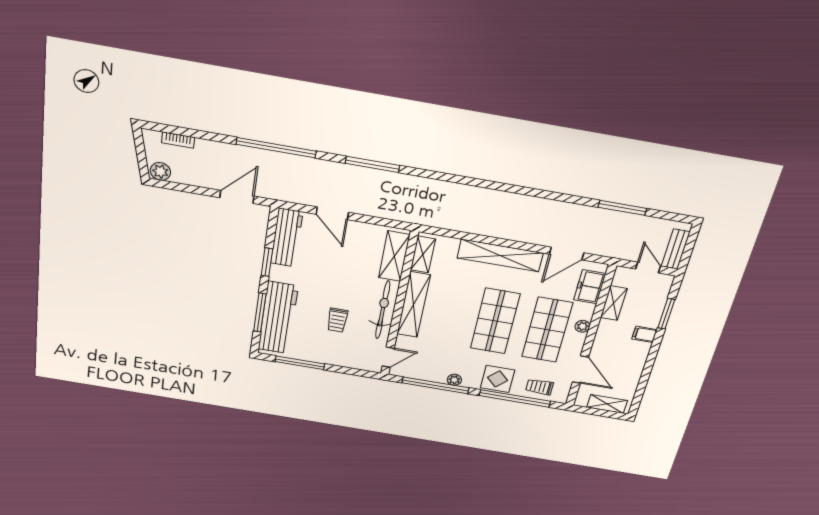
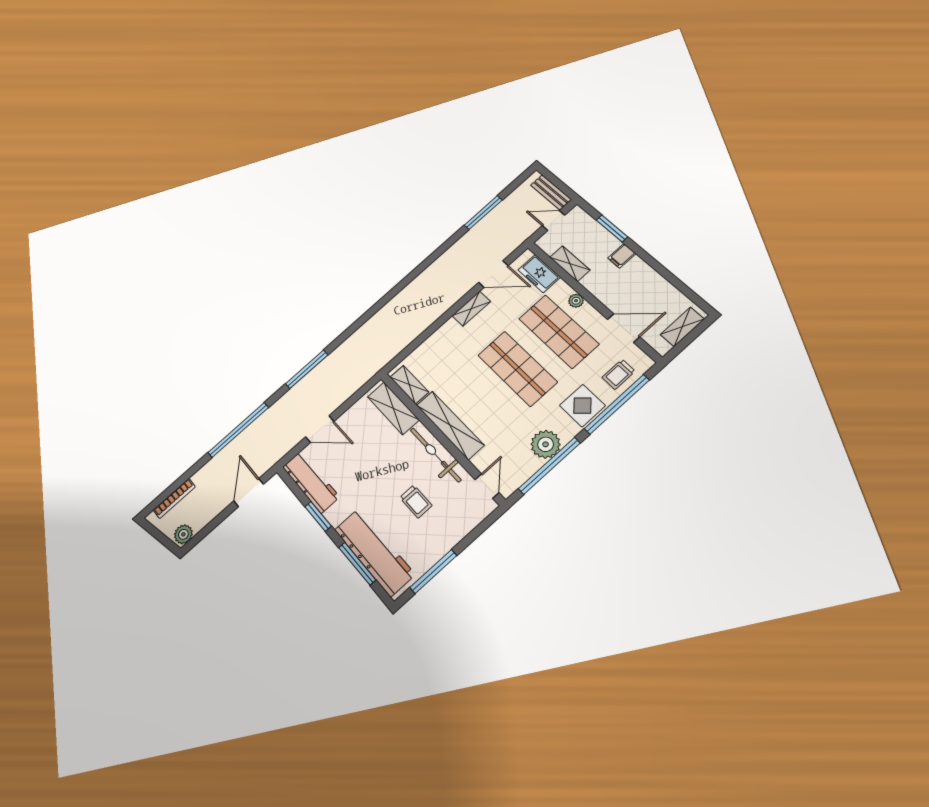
bookcase: (178, 140) -> (174, 498), width x1.56
door: (567, 254) -> (493, 274), hinge flipped
shelving: (500, 256) -> (471, 309), width x0.45, depth x0.75
plant: (454, 380) -> (546, 444), width x1.87, depth x1.87

